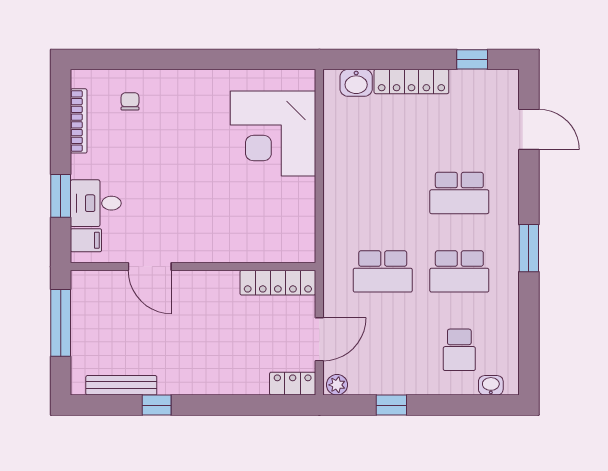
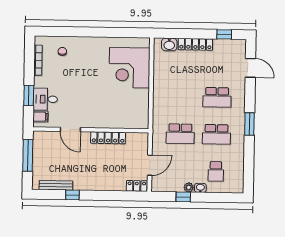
locker: (278, 283) -> (108, 138), moved
plant: (337, 385) -> (189, 187), moved
washbasin: (491, 385) -> (200, 188), moved

